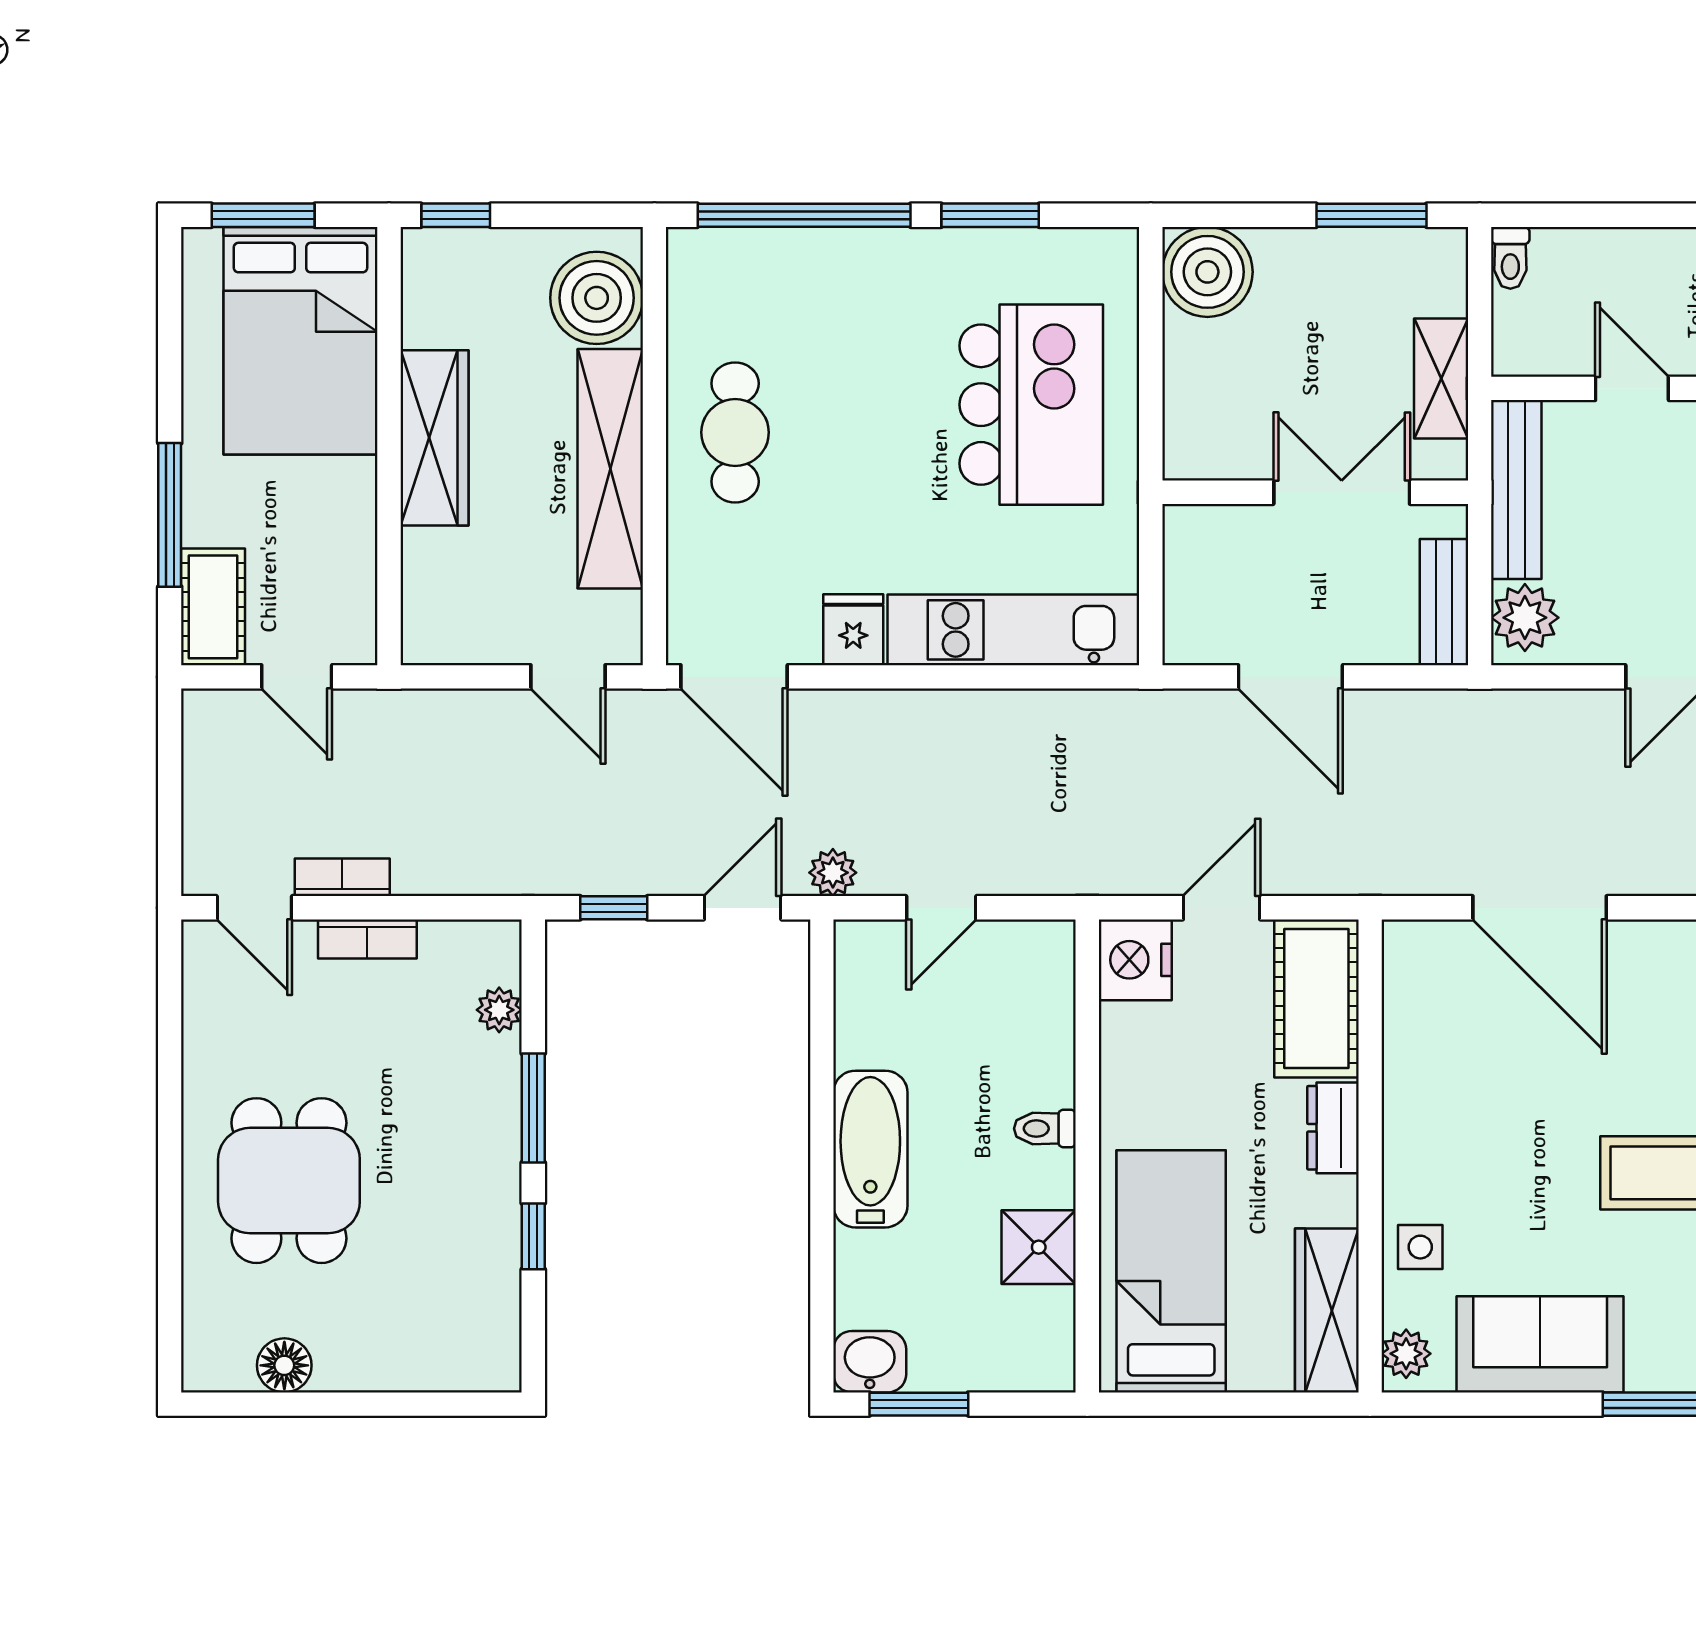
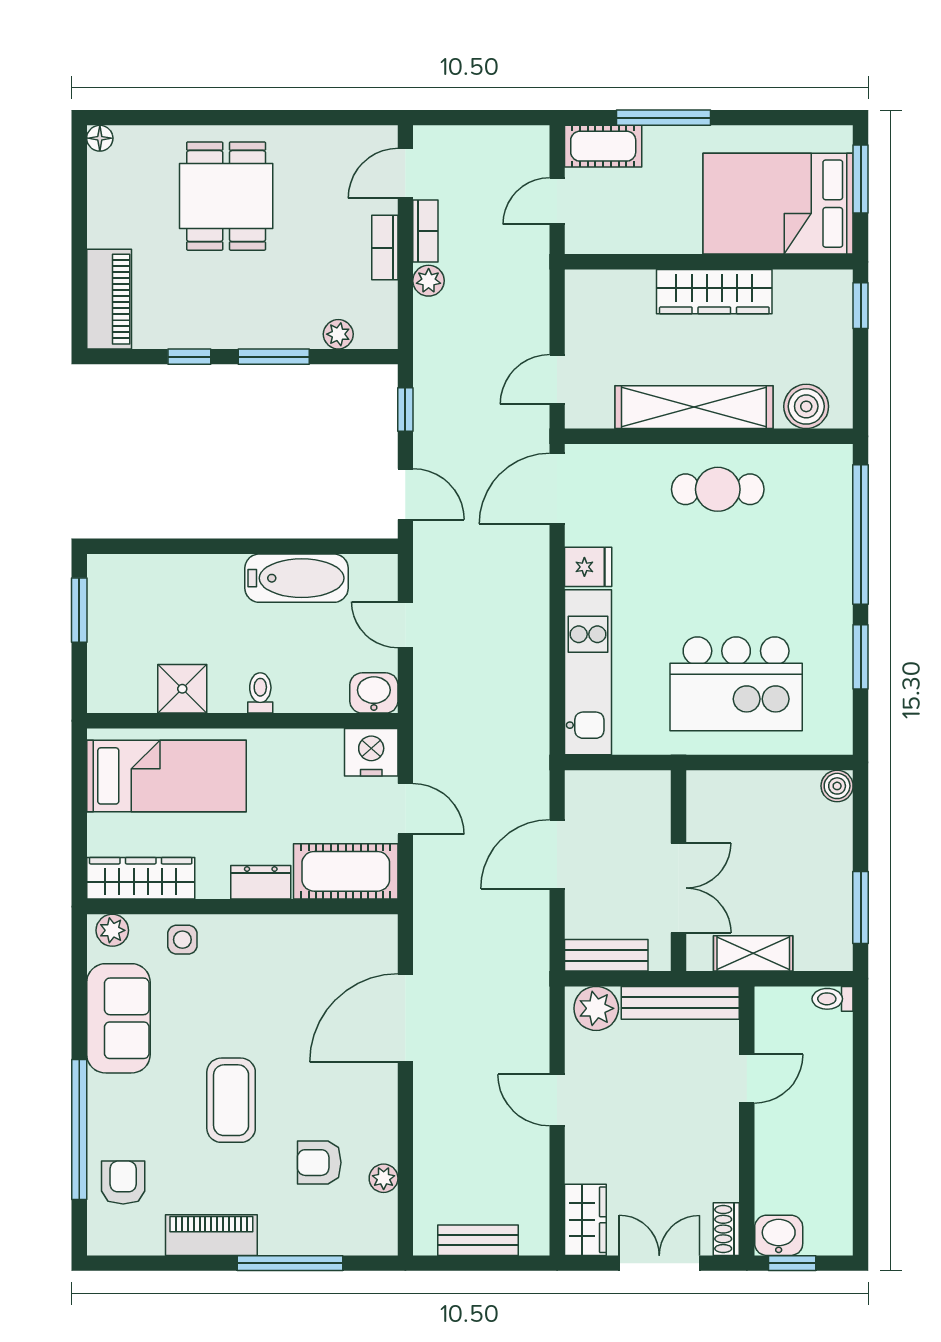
boiler: (1207, 272) -> (837, 786), width x0.54, depth x0.54
boiler: (597, 298) -> (806, 406), width x0.73, depth x0.73
plant: (833, 873) -> (429, 281), moved
bathtub: (870, 1149) -> (297, 578), moved
dining table: (289, 1181) -> (226, 196), turned 90
piano: (446, 1359) -> (109, 299), added
washbasin: (870, 1362) -> (374, 693), moved, turned -90
floor lamp: (284, 1365) -> (100, 138), moved, width x0.73, depth x0.73

